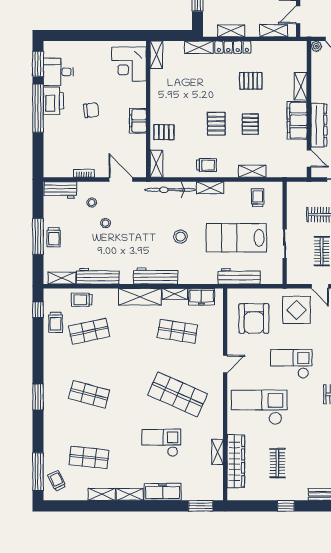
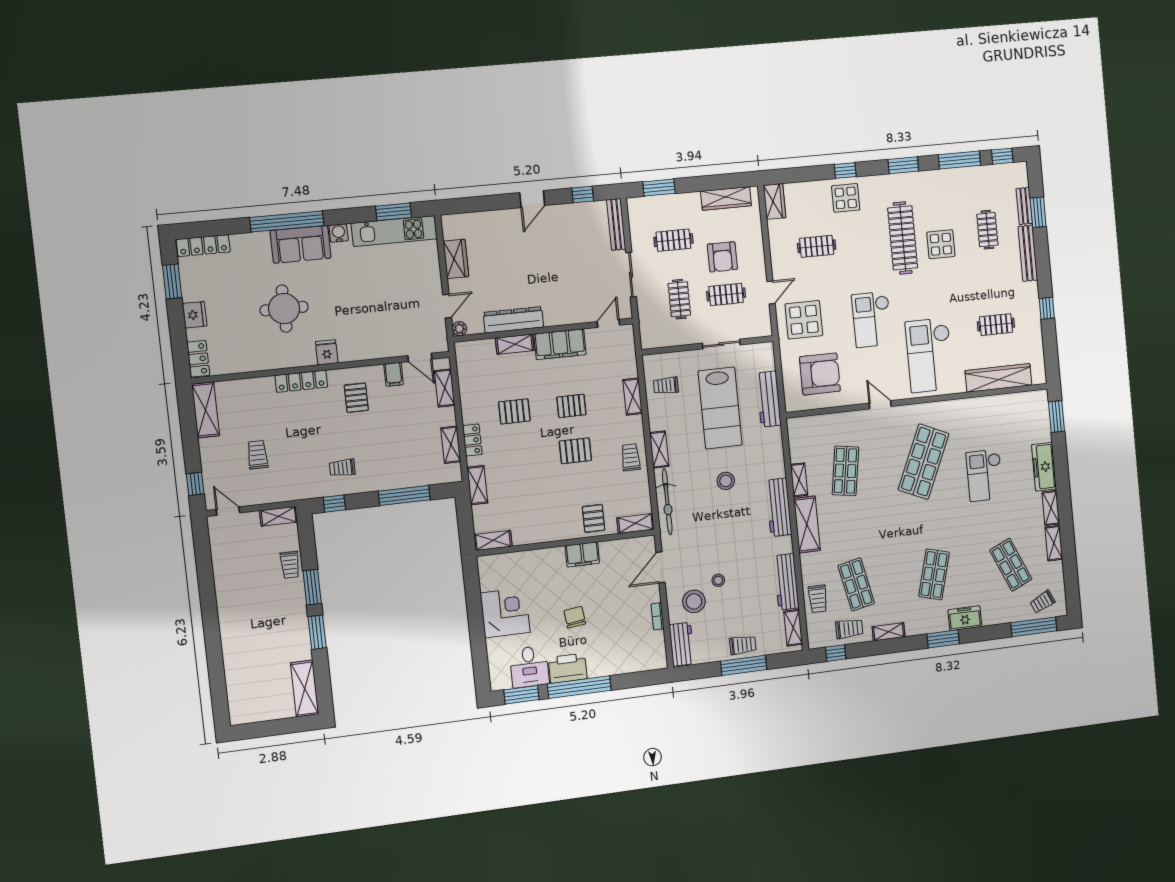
locker: (233, 47) -> (472, 440), width x0.66
corner desk: (129, 64) -> (505, 613), moved, turned -90
pallet: (251, 81) -> (514, 411), turned 90
dresser: (319, 125) -> (513, 320), moved
stool: (92, 203) -> (694, 601), width x1.89, depth x1.89
freezer: (201, 297) -> (965, 618), moved, turned -90
shelving: (217, 452) -> (889, 632), moved
shop shelf: (89, 457) -> (1011, 565), turned -30

